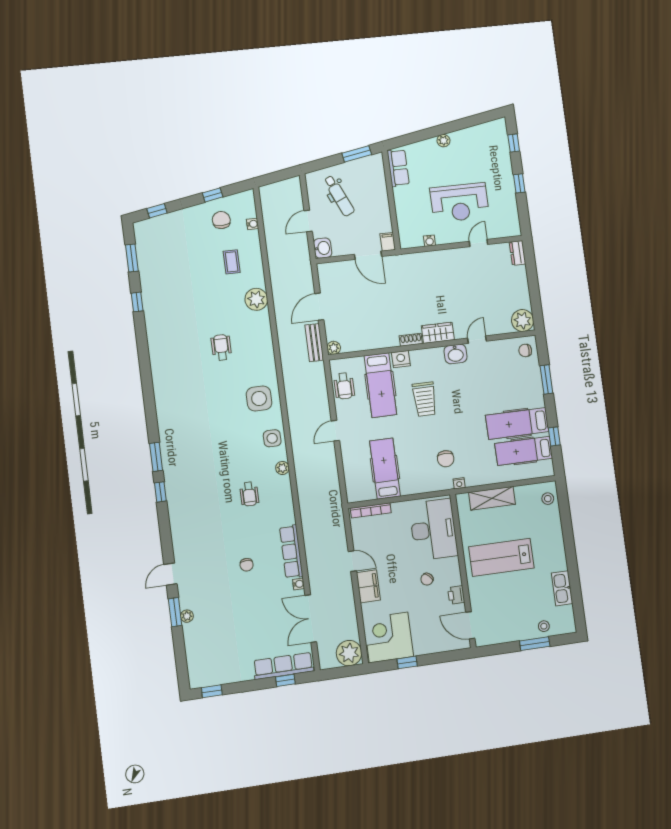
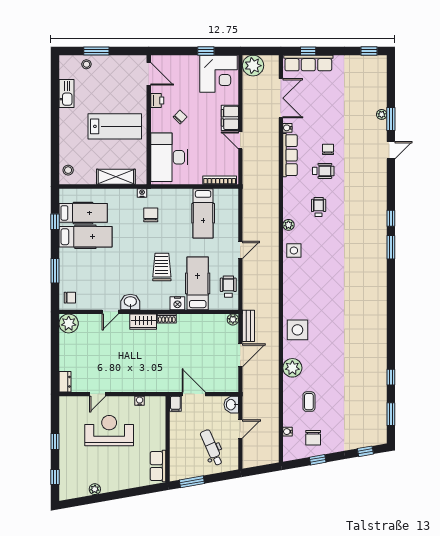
plant: (443, 141) -> (95, 489), moved
wheelchair: (221, 347) -> (323, 171), moved, turned -90
side table: (259, 399) -> (297, 330), moved

